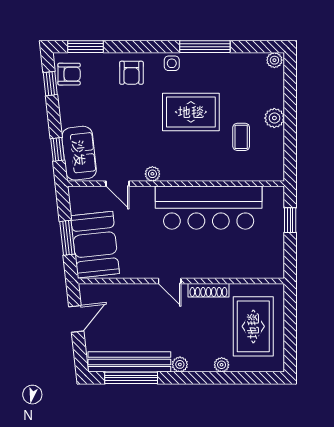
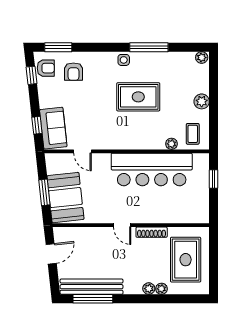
armchair: (131, 73) -> (73, 72), moved
coffee table: (241, 137) -> (193, 134), moved
plant: (152, 174) -> (172, 144), moved
plant: (180, 364) -> (149, 289), moved

